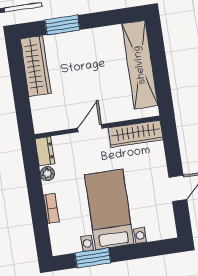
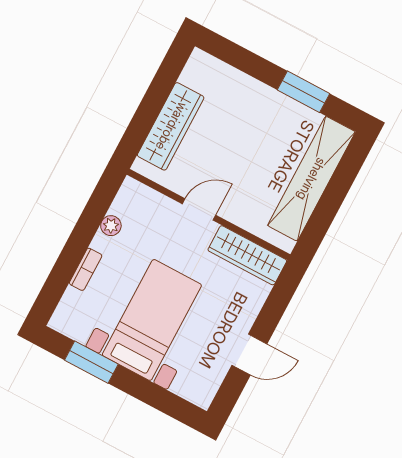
window: (62, 25) -> (304, 92), moved
wardrobe: (36, 66) -> (171, 126), moved
dresser: (45, 151) -> (127, 198), removed

